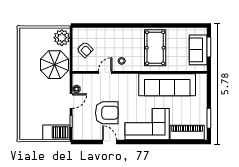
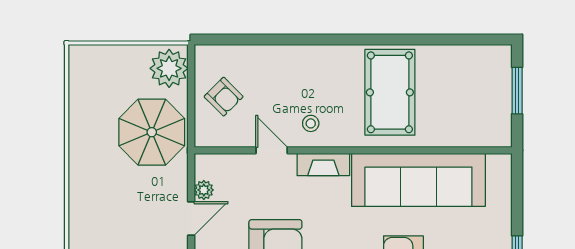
sofa: (198, 50) -> (492, 97), removed
door: (105, 72) -> (272, 150), hinge flipped
fireplace: (127, 78) -> (323, 165), added

